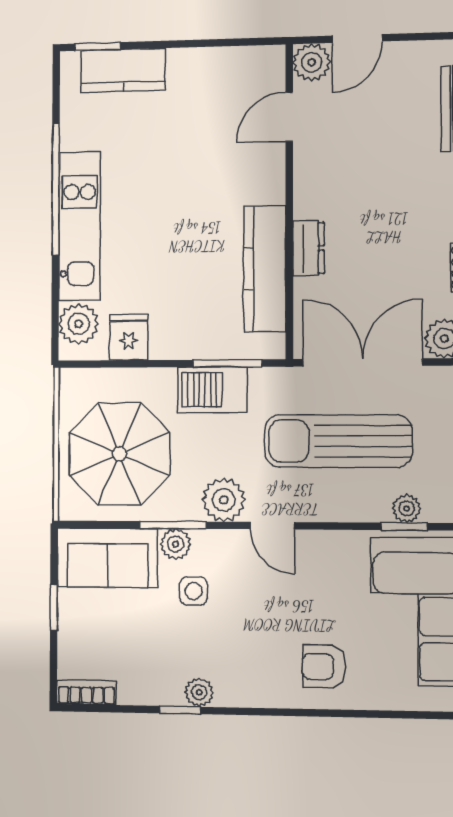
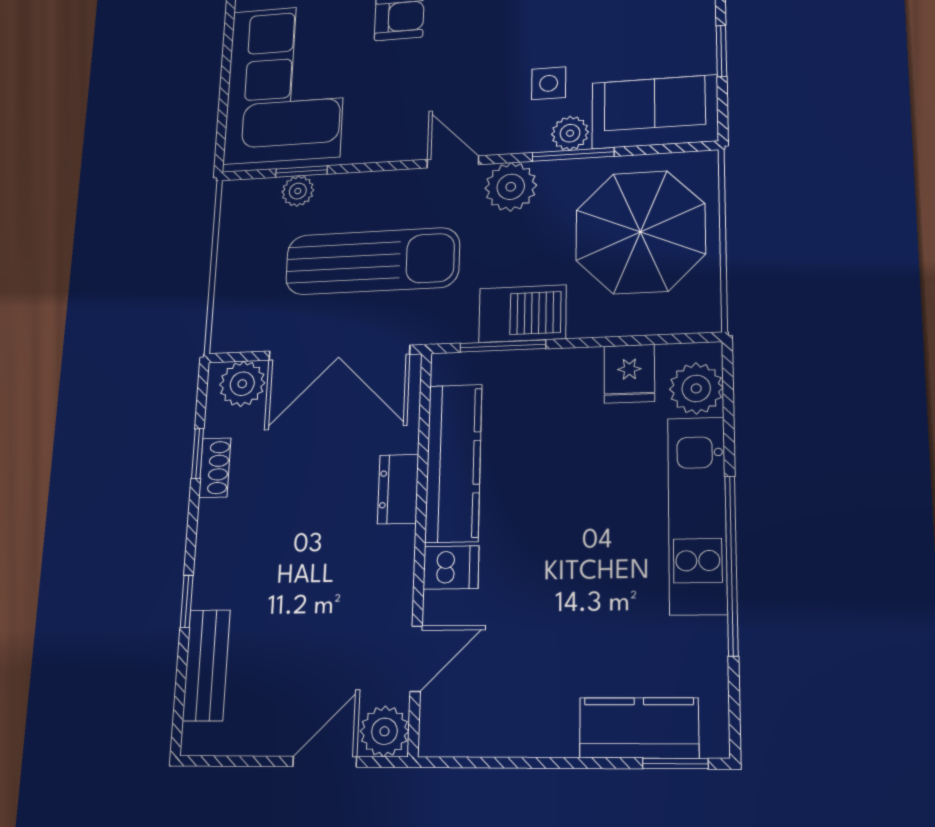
dishwasher: (264, 186) -> (451, 568), added

